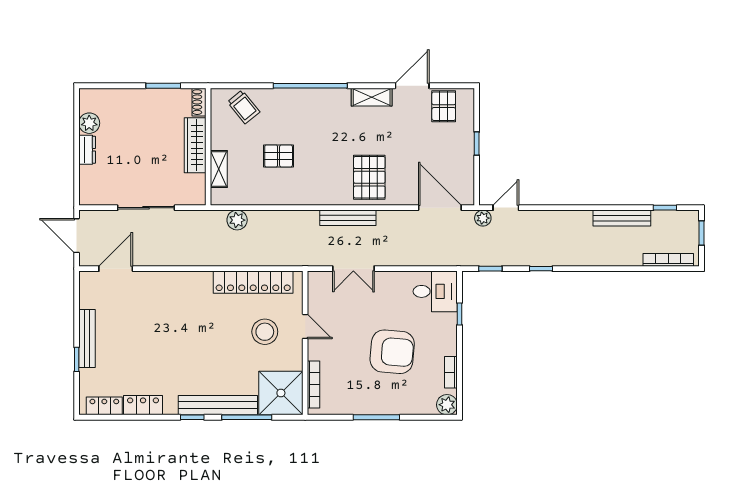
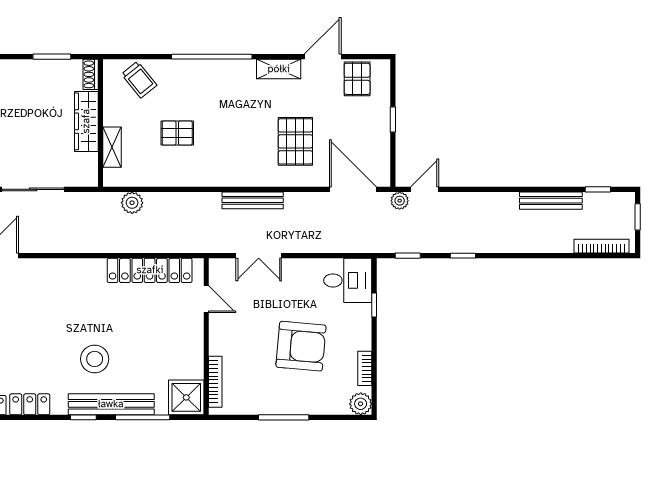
pallet: (369, 177) -> (295, 141), moved
door: (305, 326) -> (206, 299), moved
stool: (265, 332) -> (95, 359), moved
shower: (281, 393) -> (186, 397), width x0.73, depth x0.73

